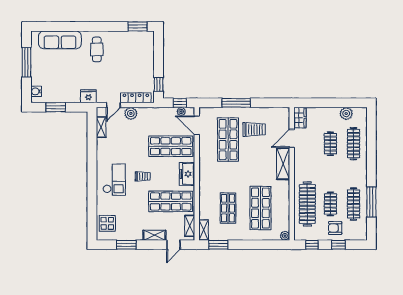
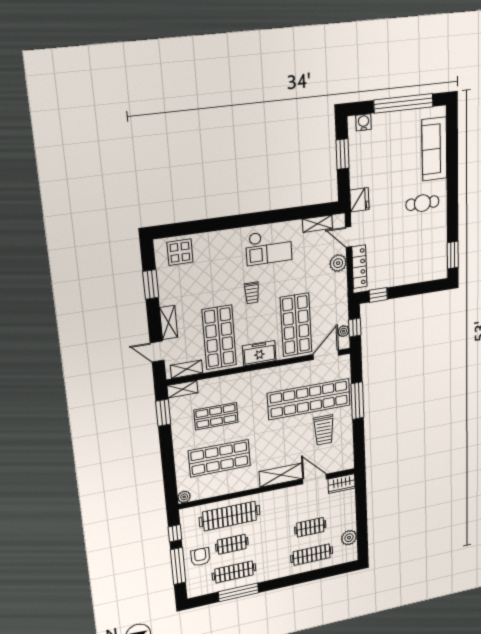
window: (26, 62) -> (404, 103), width x1.46
shop shelf: (228, 140) -> (309, 399), width x1.40
checkout: (114, 180) -> (269, 247), moved
window: (339, 245) -> (178, 566), width x2.17

